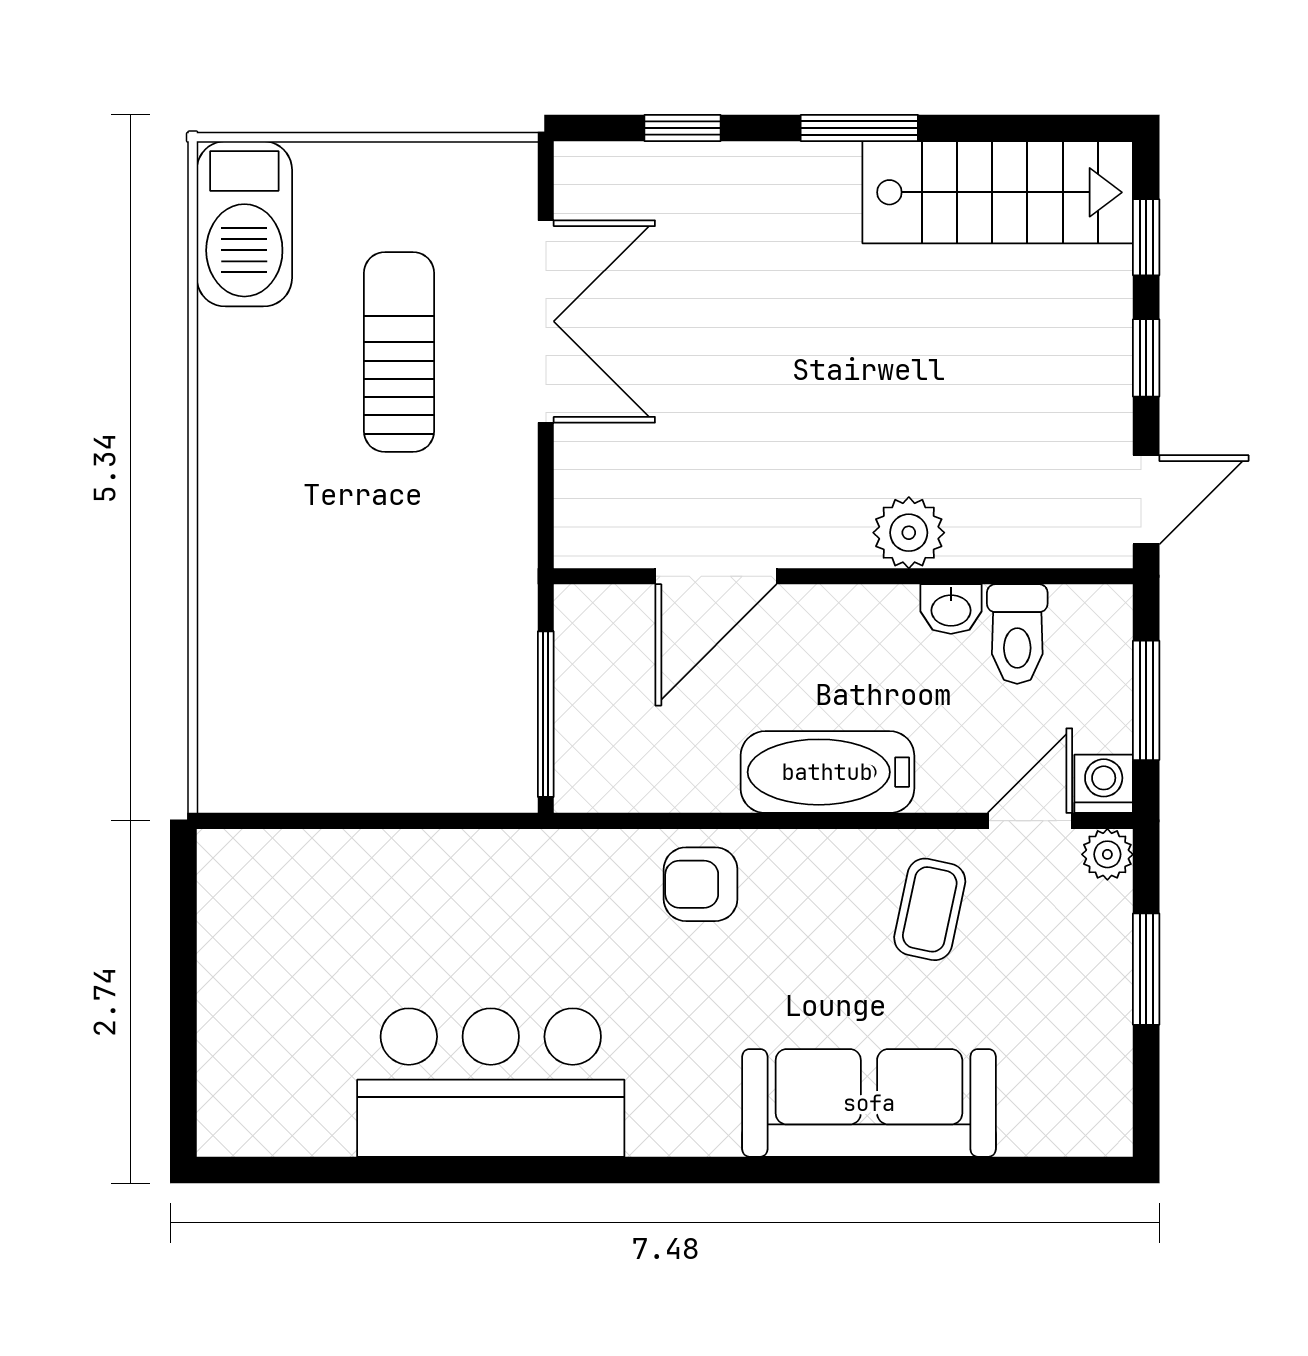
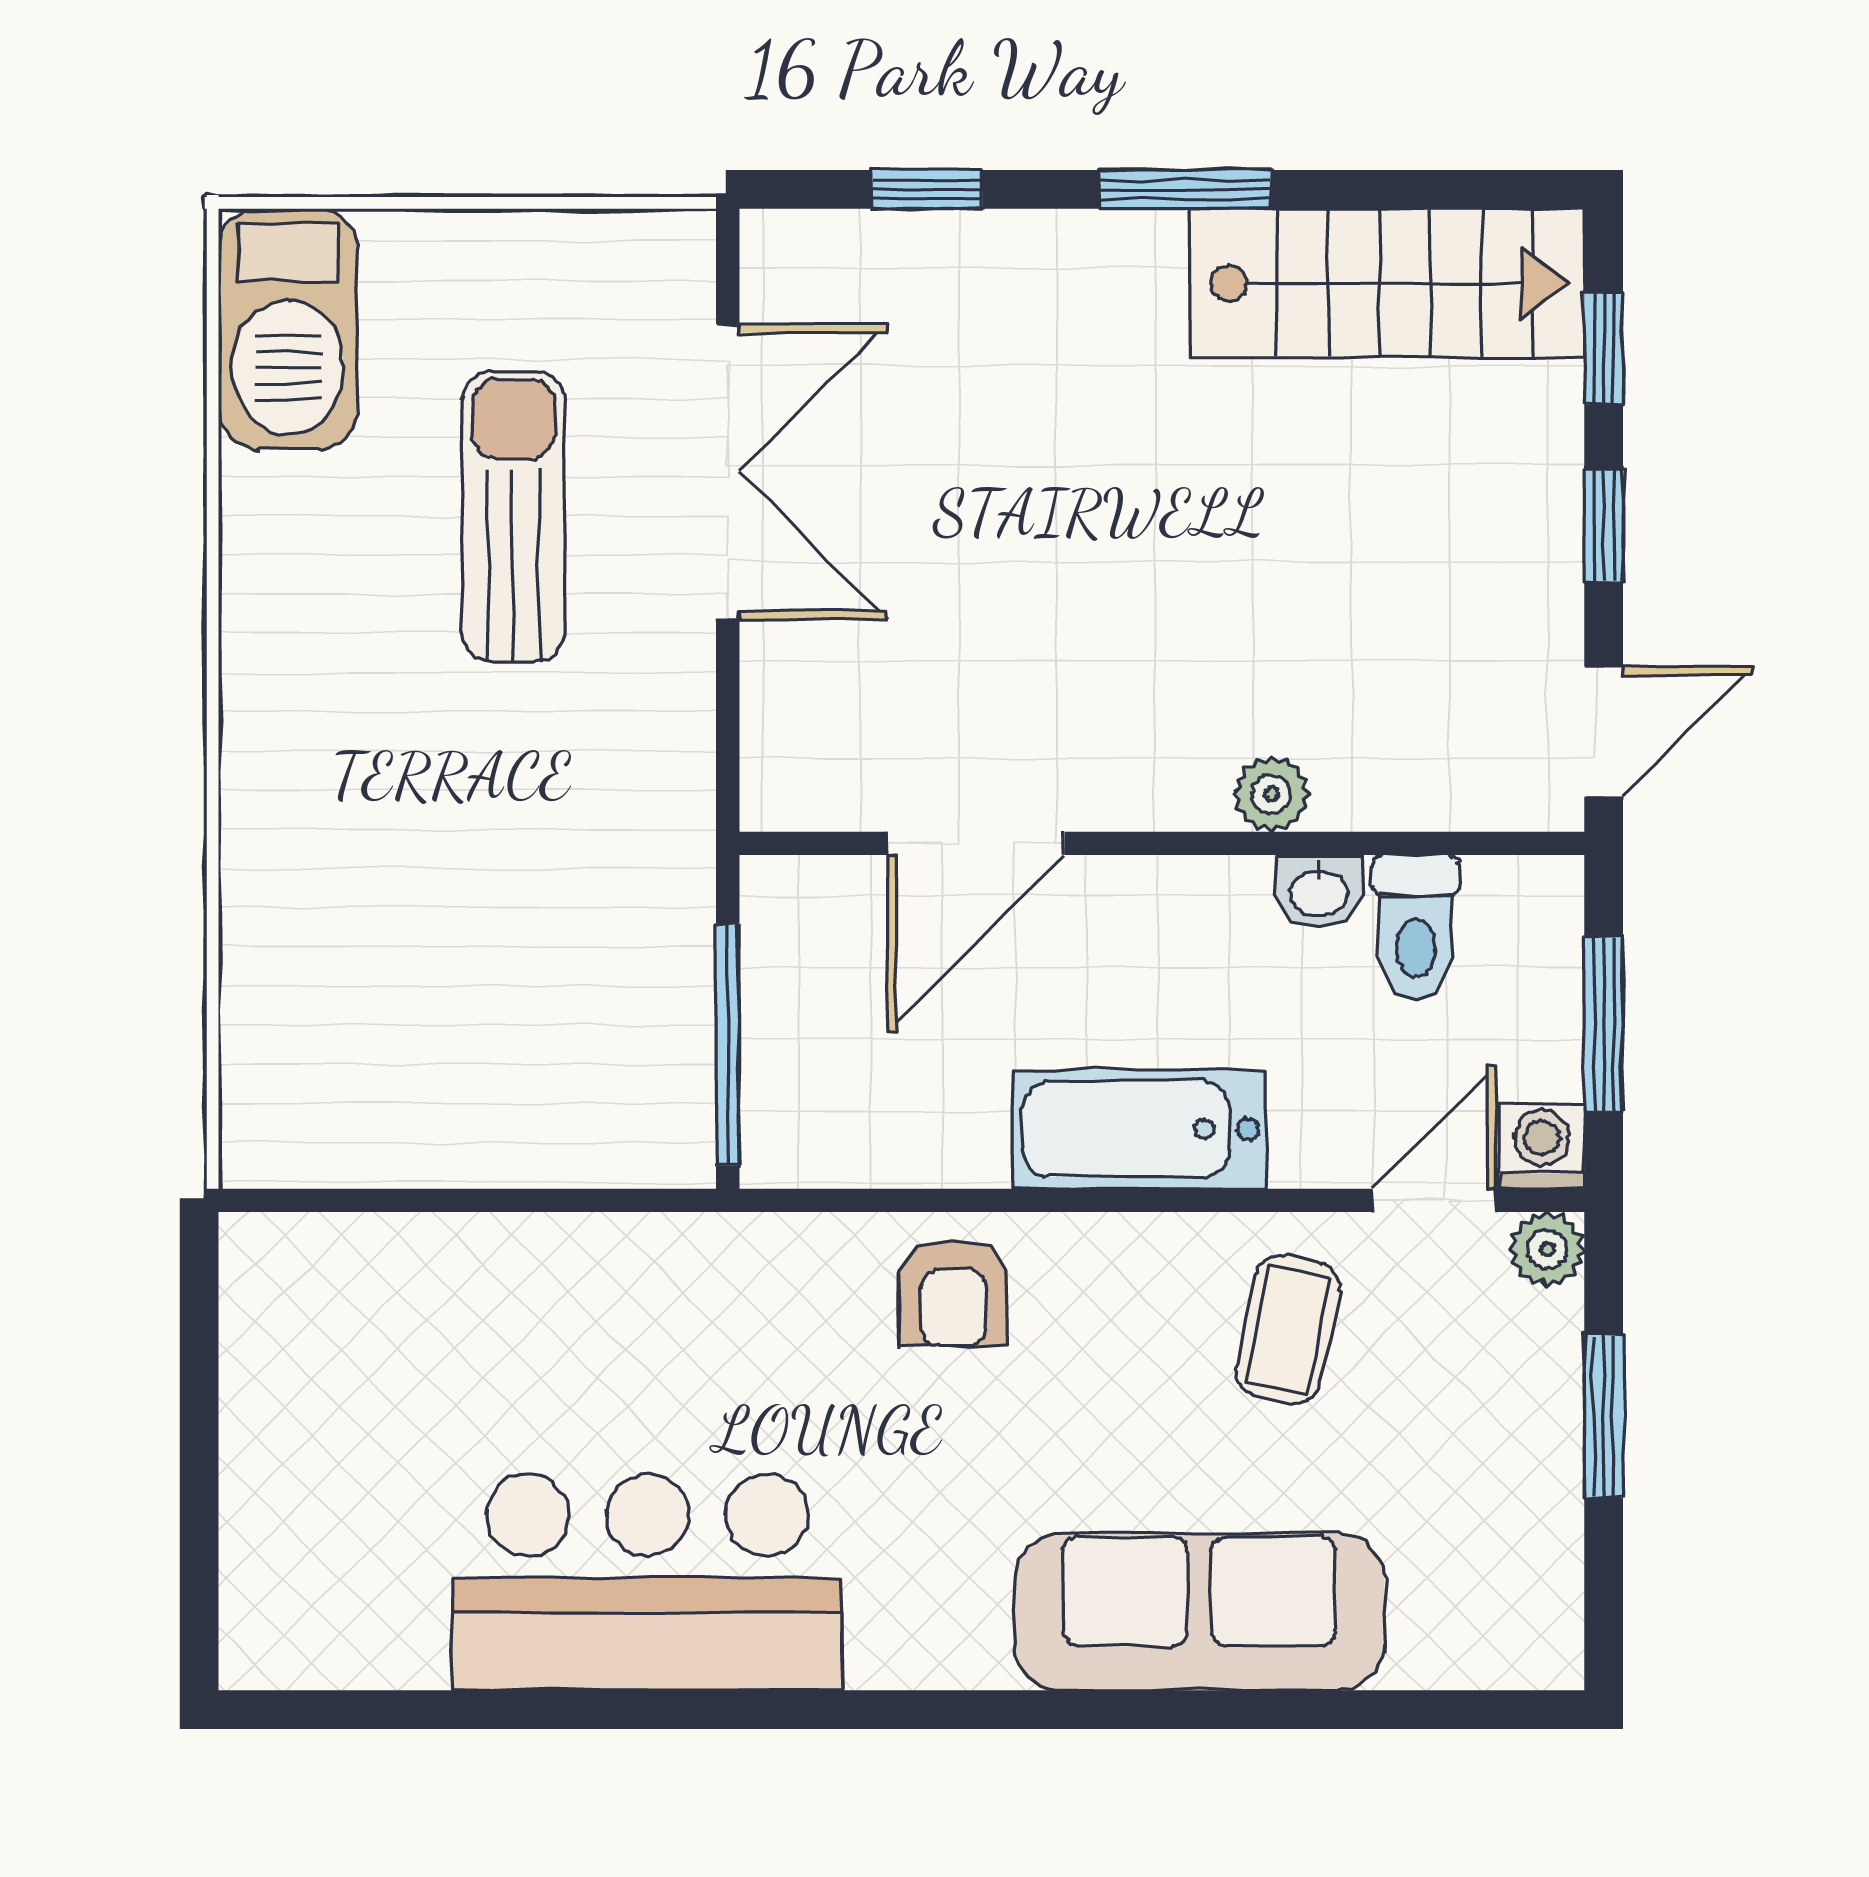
plant: (909, 533) -> (1272, 794), width x0.73, depth x0.73
armchair: (701, 884) -> (954, 1293), turned -90

